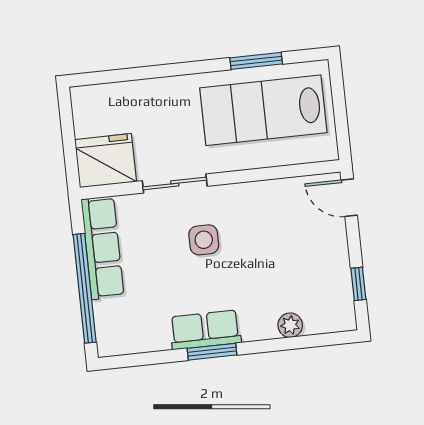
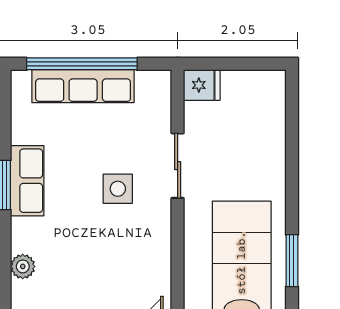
fridge: (106, 161) -> (202, 85), width x0.53, depth x0.75
row of seats: (103, 248) -> (83, 86), moved

